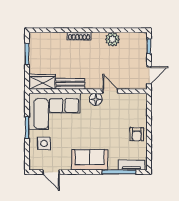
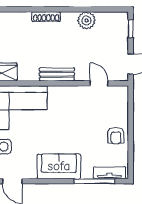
bench: (70, 84) -> (57, 74), moved
door: (110, 91) -> (99, 83), moved
floor lamp: (96, 99) -> (66, 93), removed

